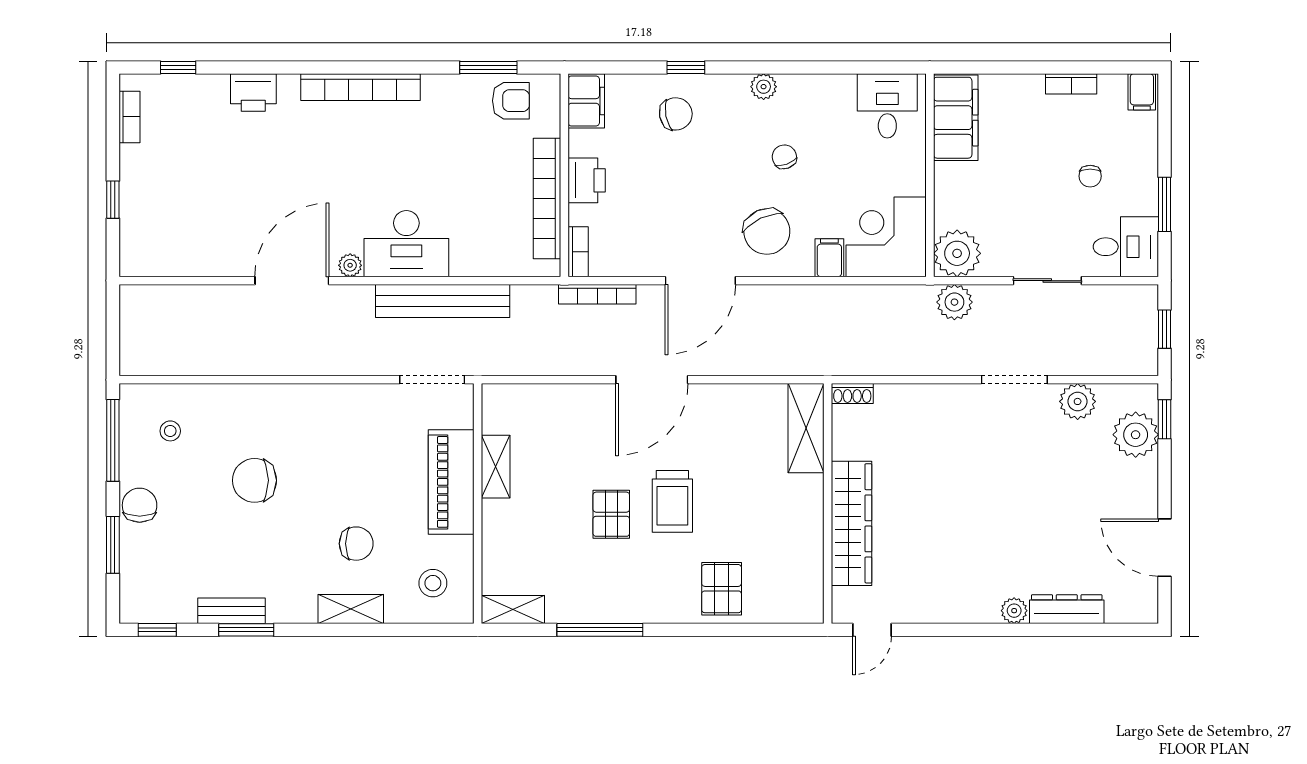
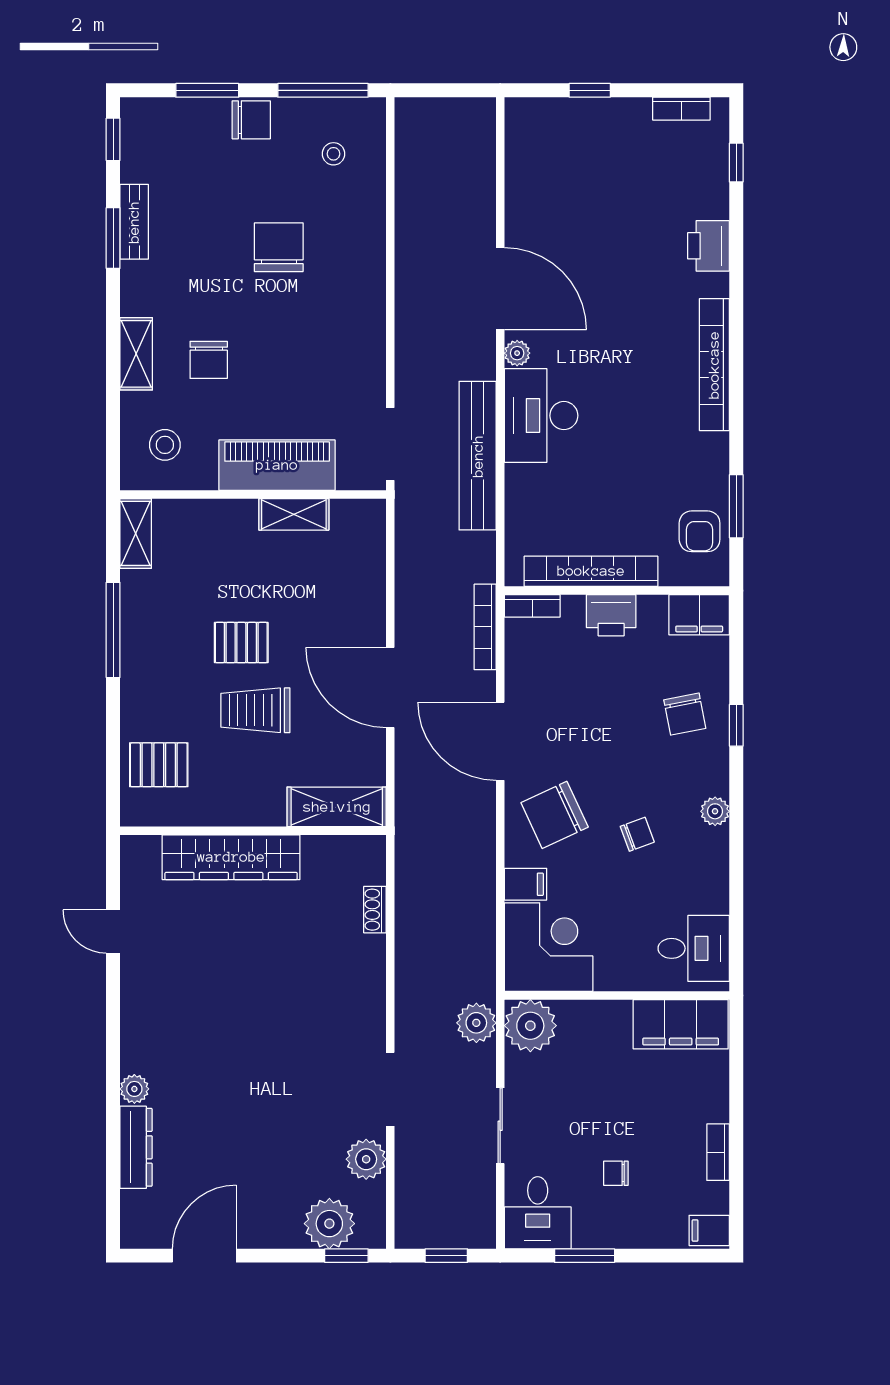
shelving: (806, 428) -> (337, 807), moved
wall: (828, 504) -> (253, 831), moved
wardrobe: (851, 523) -> (231, 857), moved

